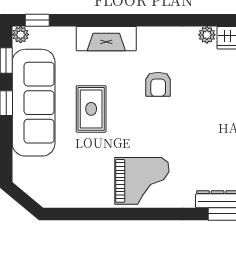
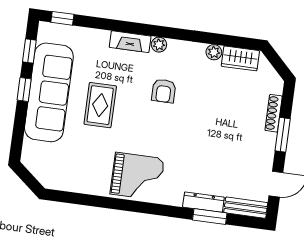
plant: (21, 35) -> (159, 45), moved
fireplace: (106, 39) -> (130, 42), width x0.73, depth x0.76

